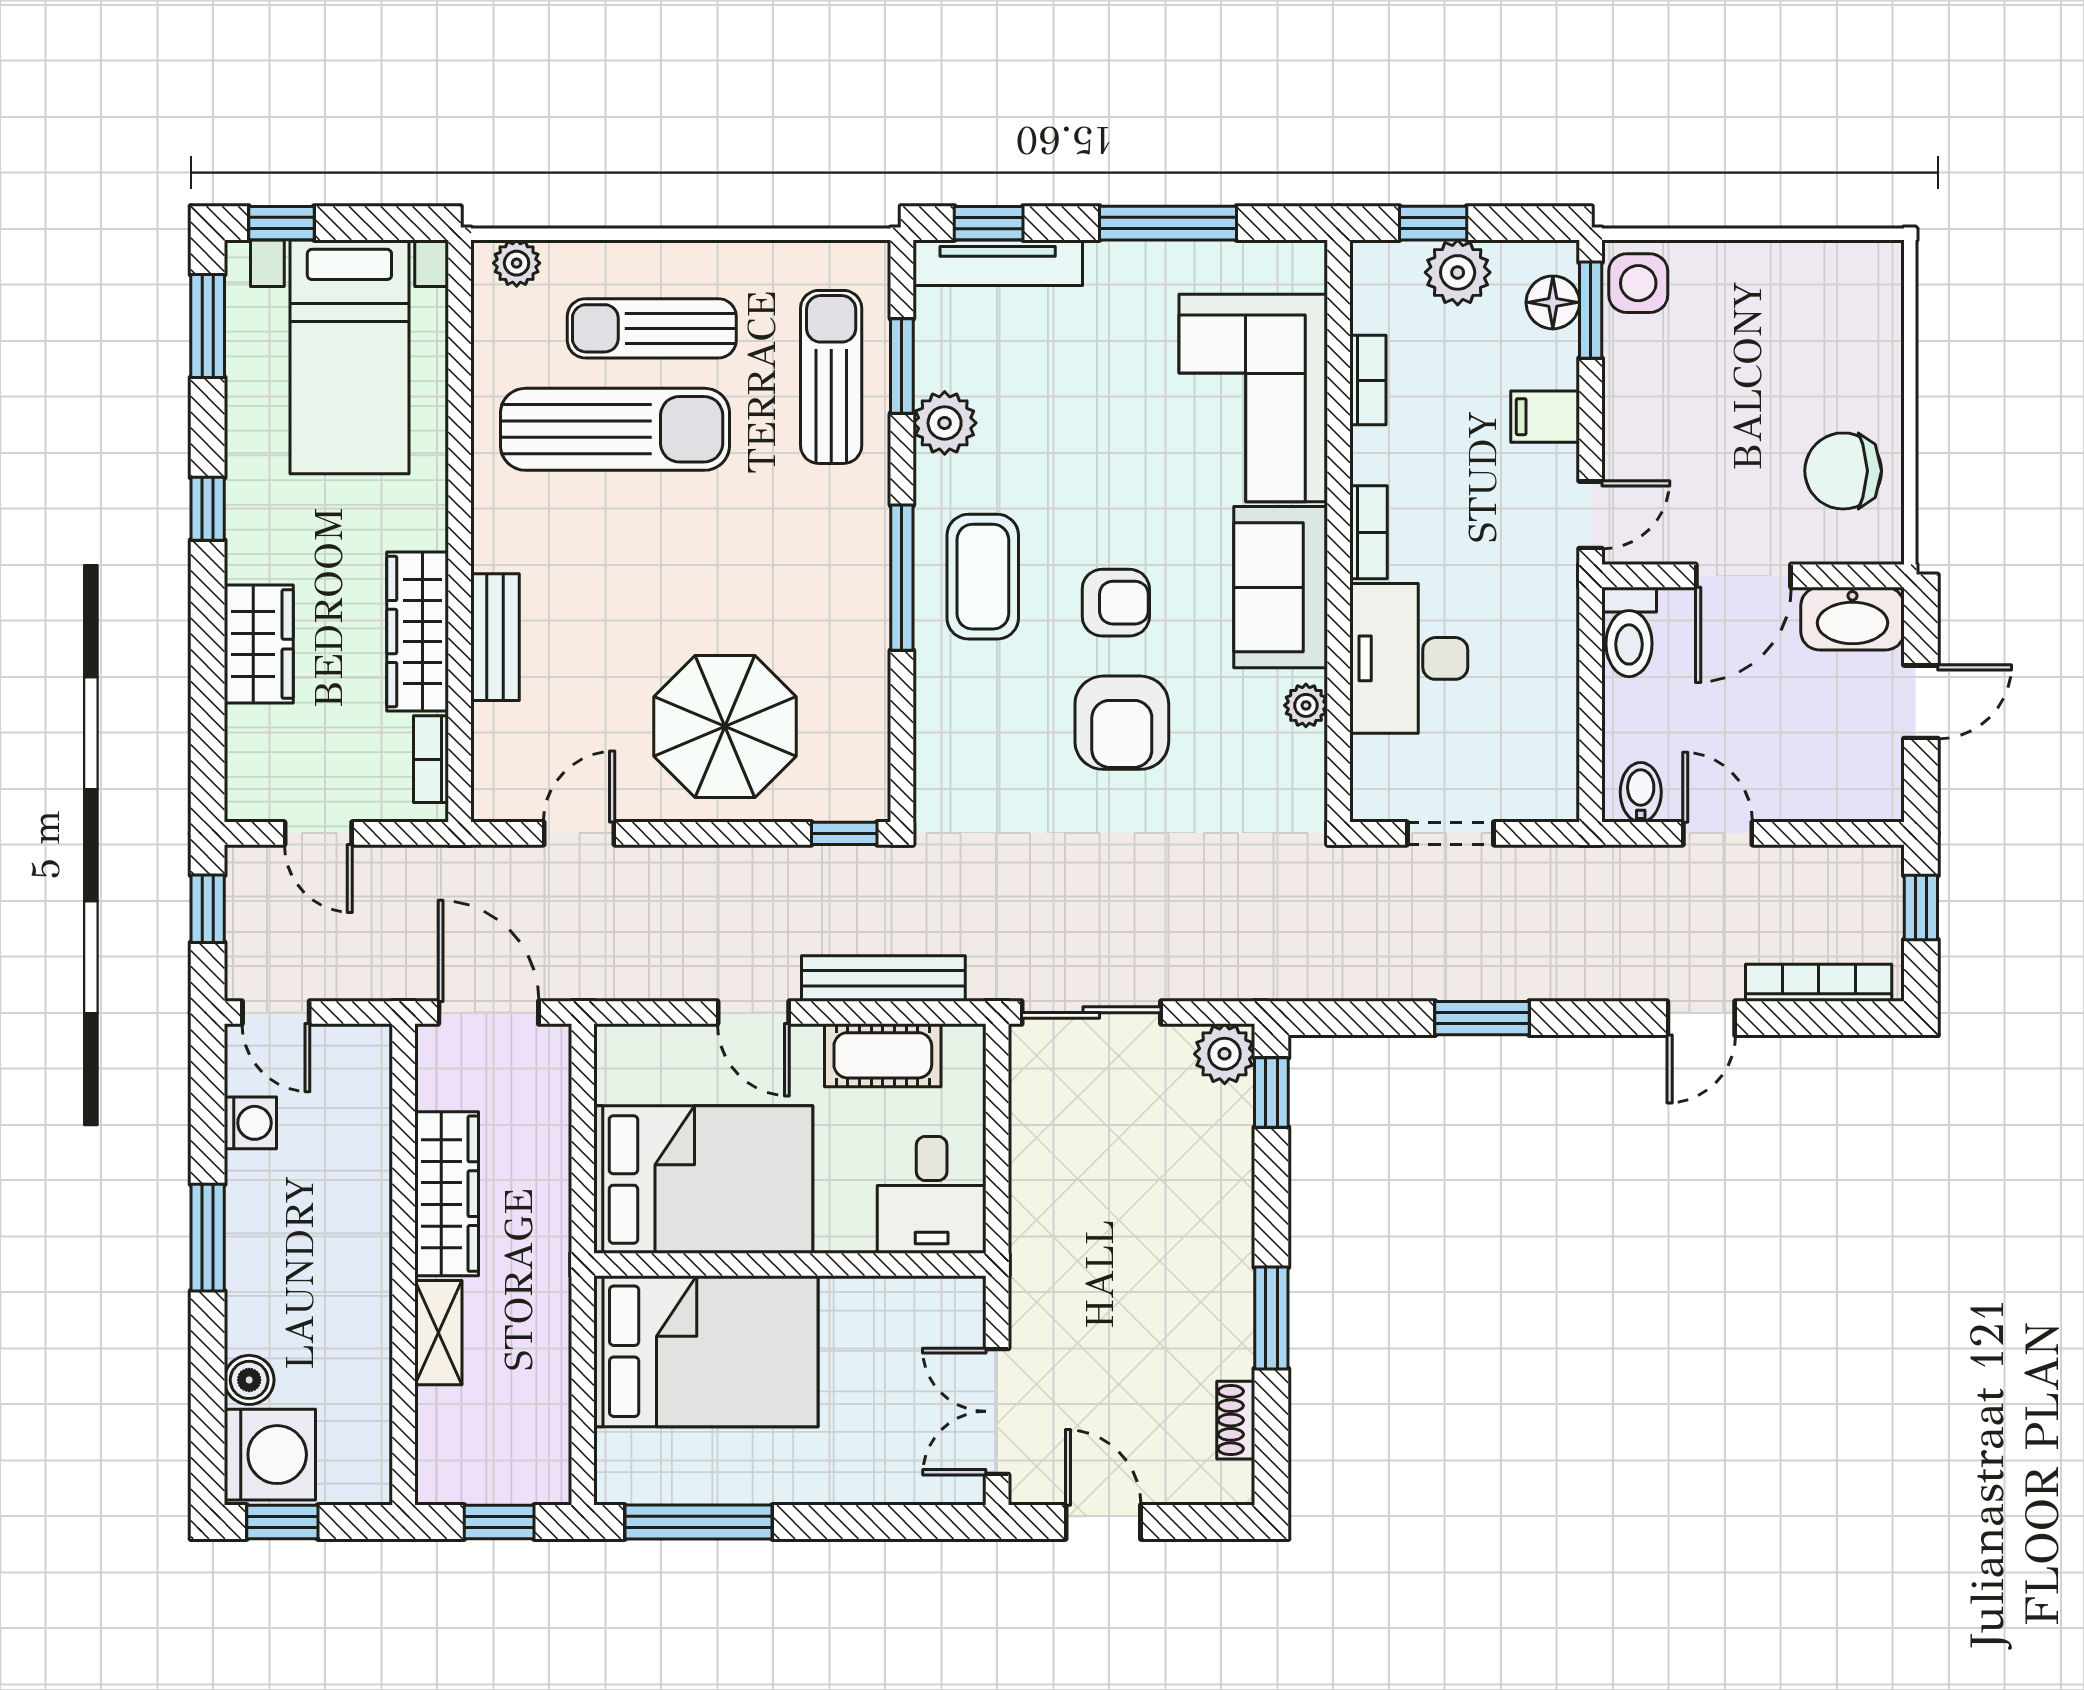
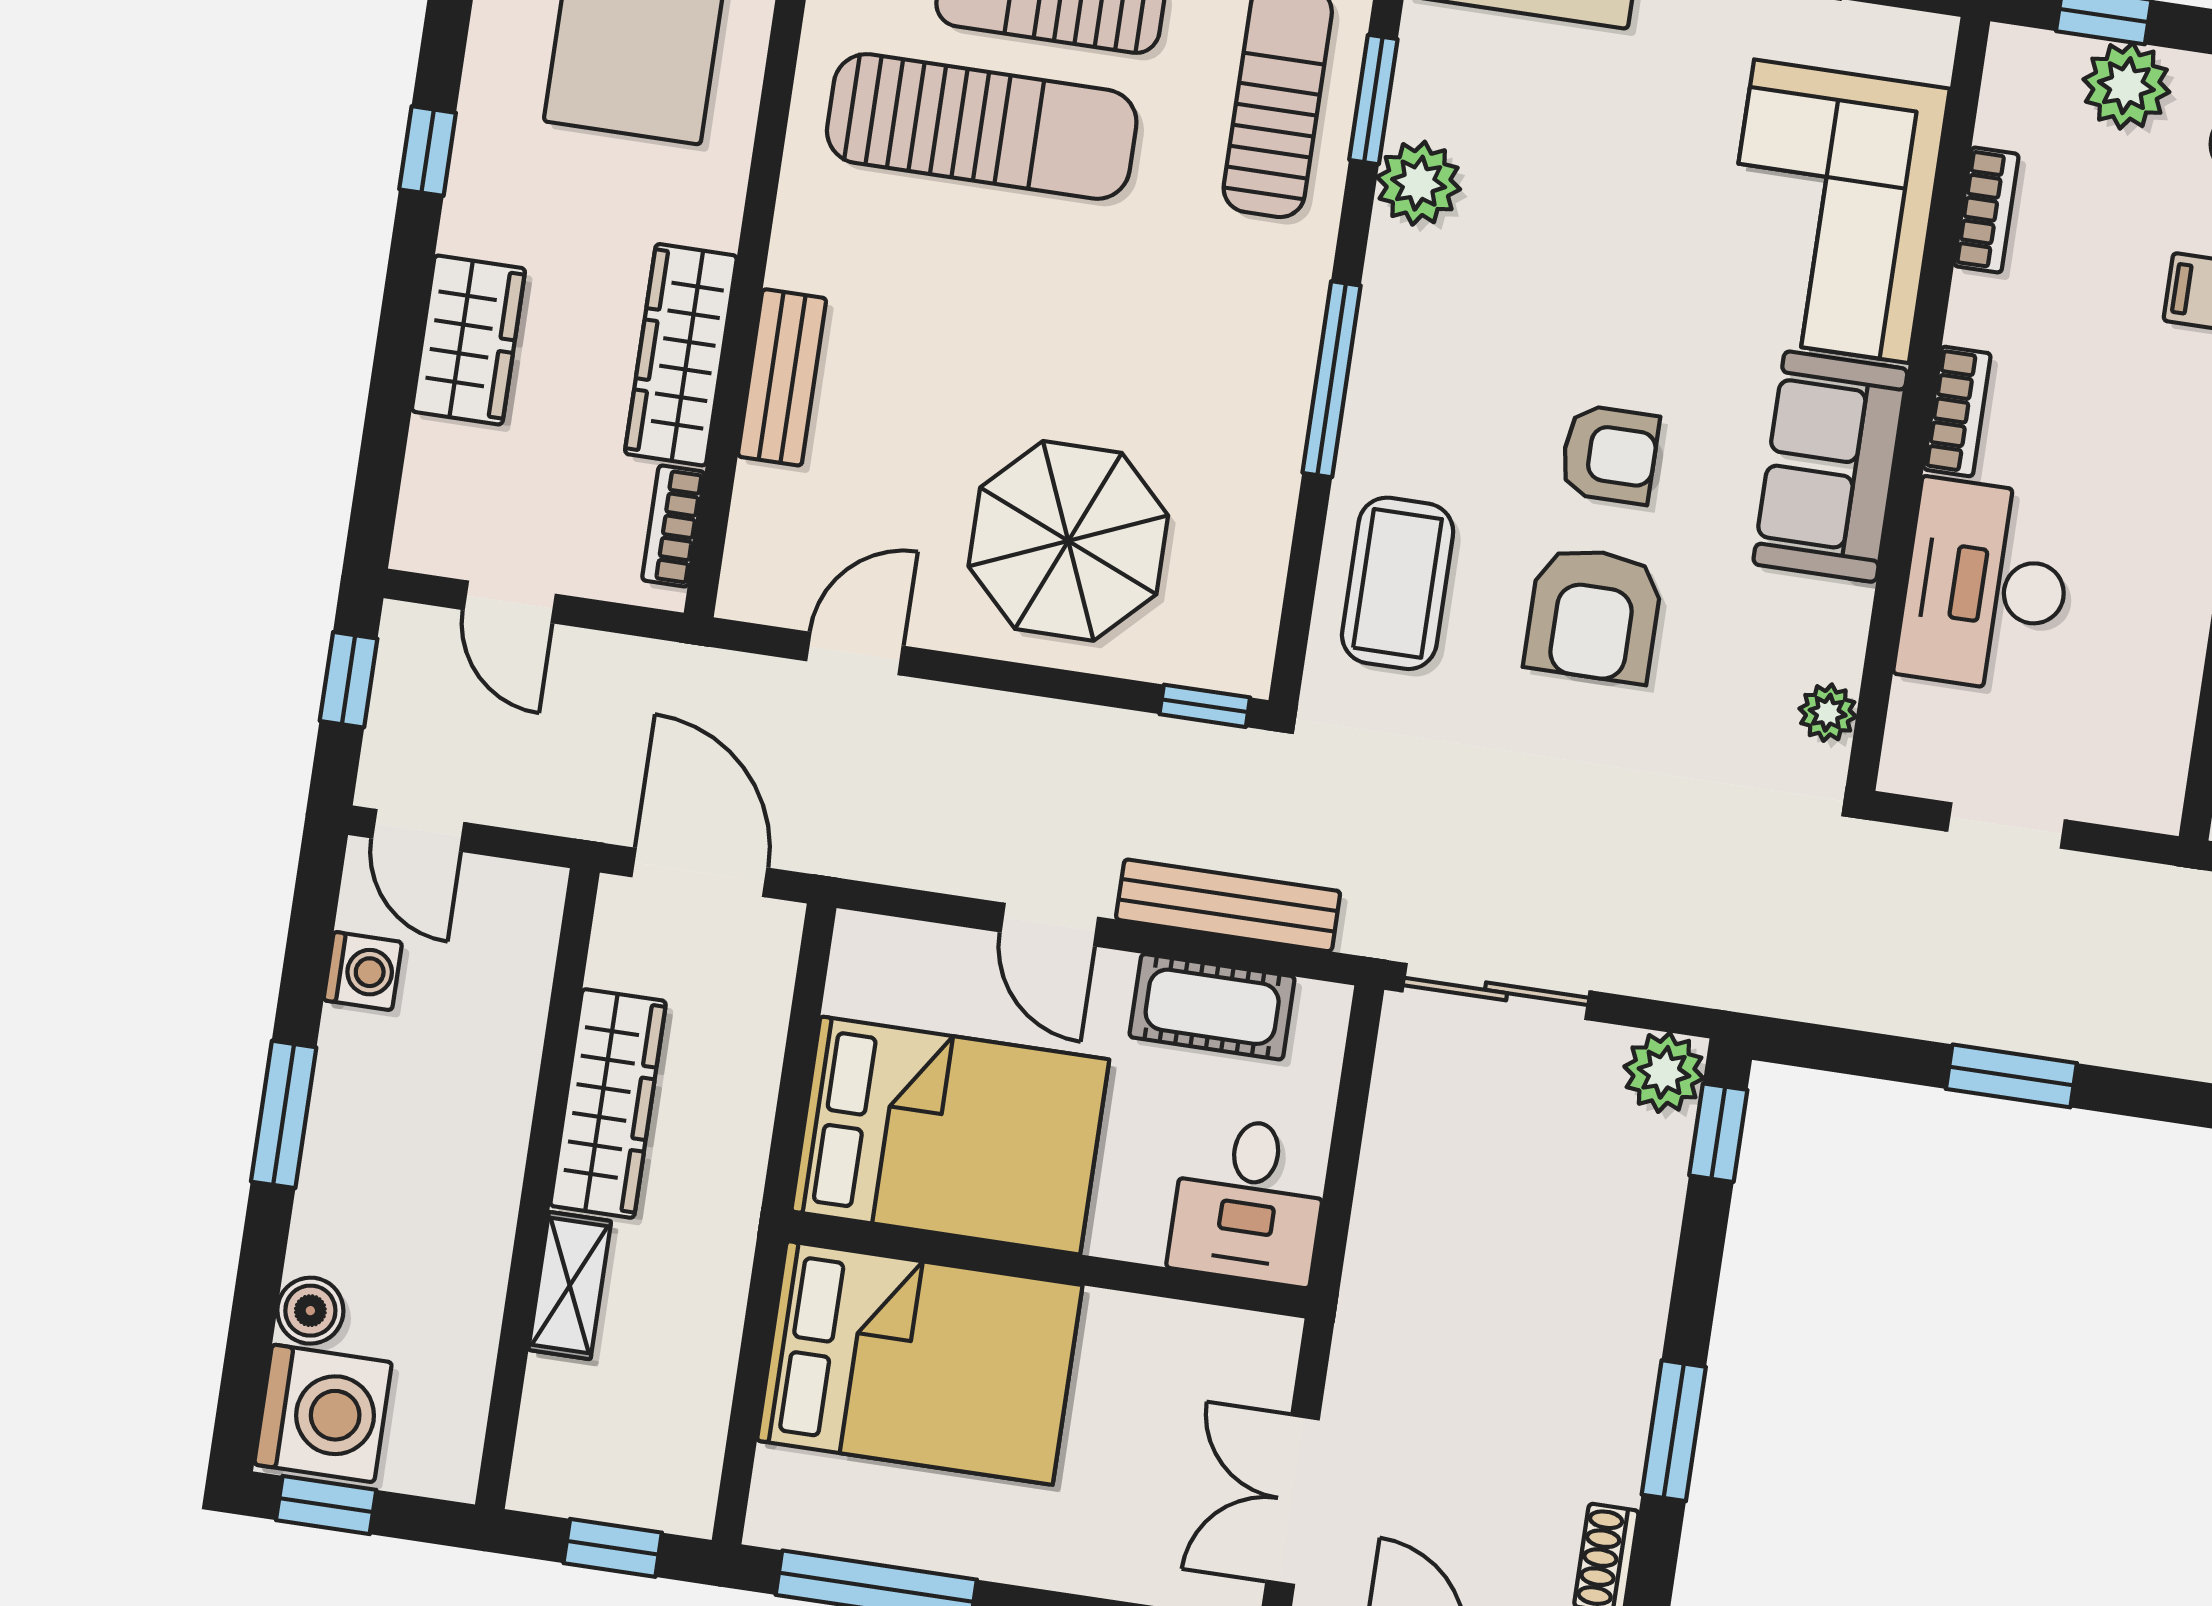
coffee table: (983, 577) -> (1398, 583), moved
plant: (1306, 705) -> (1828, 713), moved

